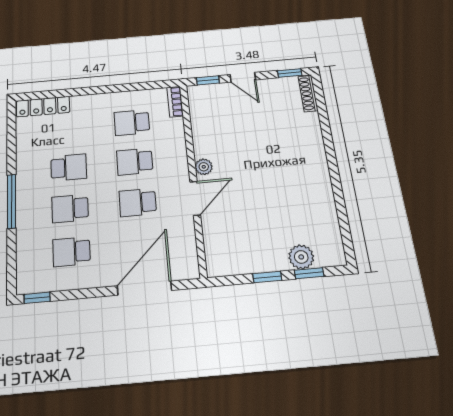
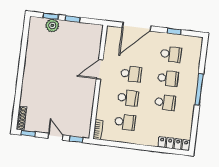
school desk: (69, 167) -> (165, 102), turned 180
plant: (204, 167) -> (91, 86), removed
window: (37, 298) -> (174, 31), moved

